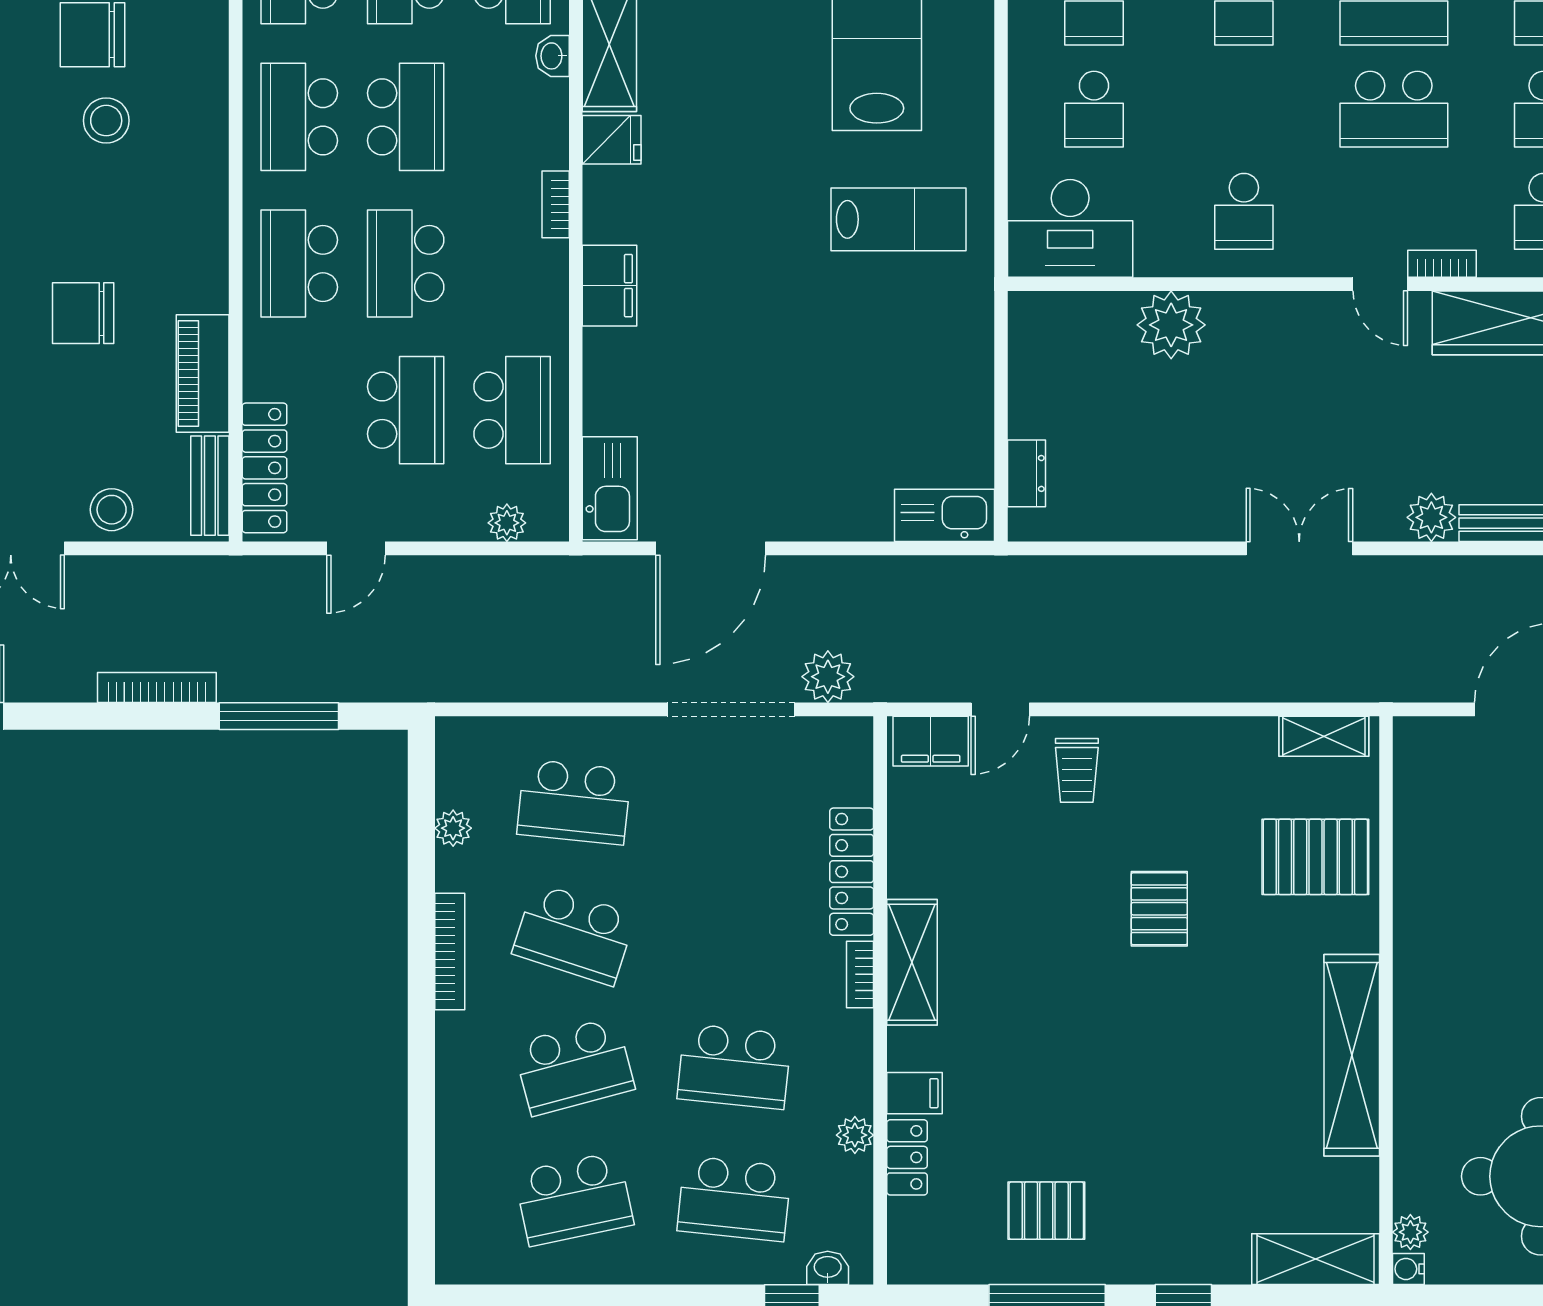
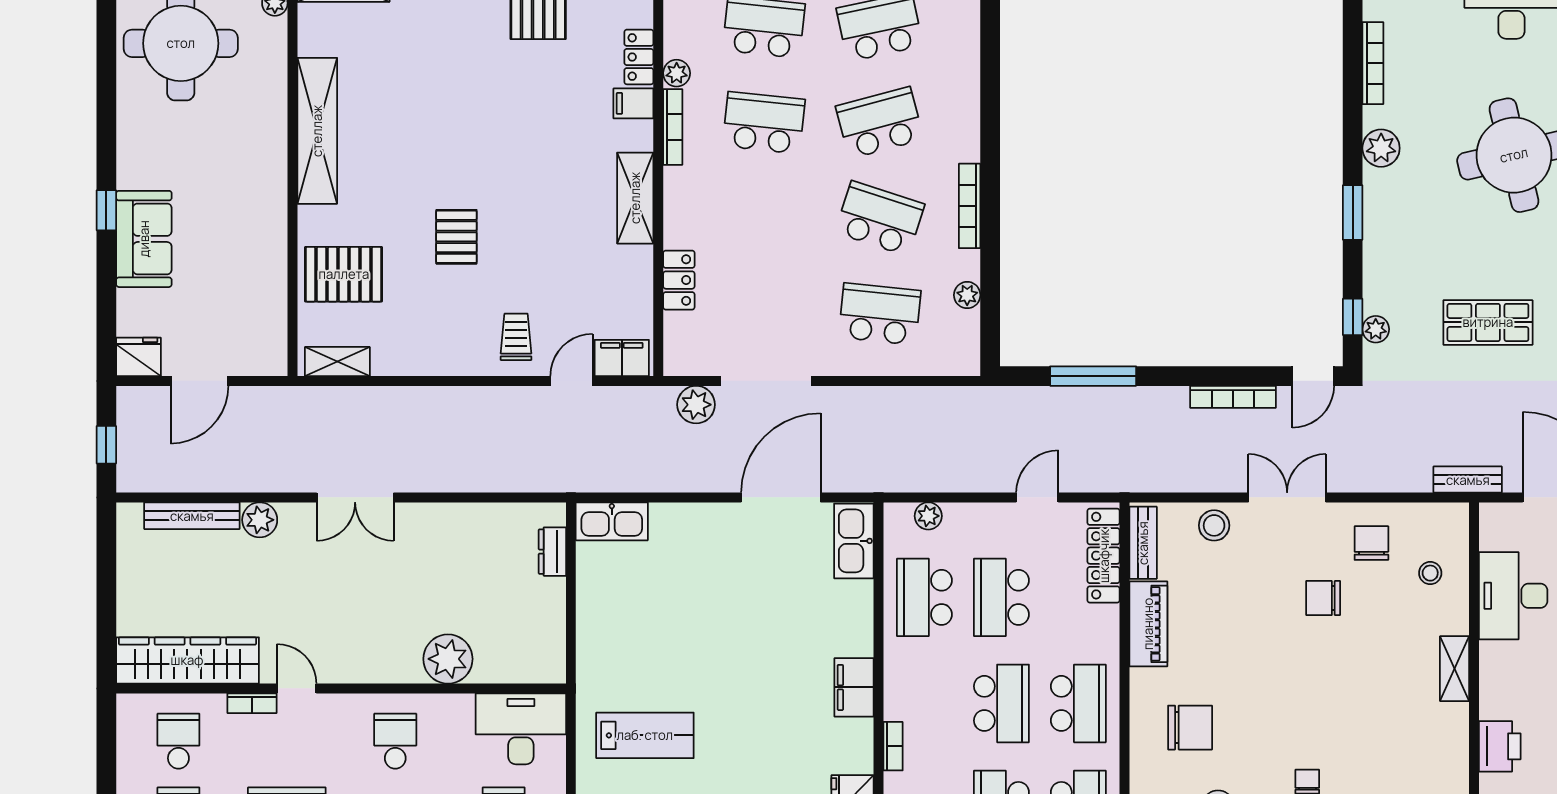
lab bench: (899, 219) -> (645, 735), turned 180
chair: (83, 313) -> (1190, 728), moved
bookcase: (157, 688) -> (1233, 397), moved
locker: (852, 872) -> (679, 280), width x0.66
bookcase: (860, 974) -> (673, 127), moved, width x1.56

